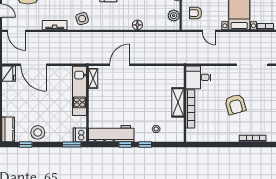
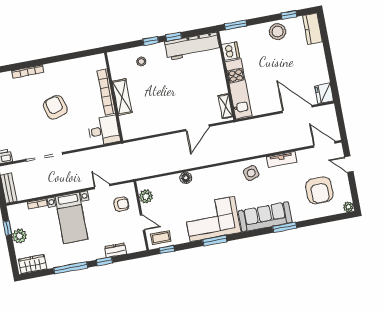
dishwasher: (80, 135) -> (231, 51), moved

